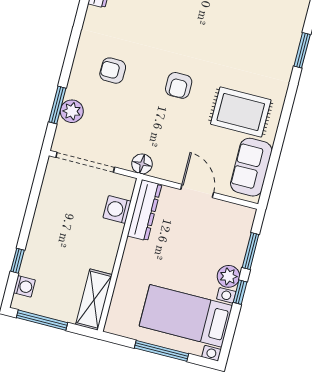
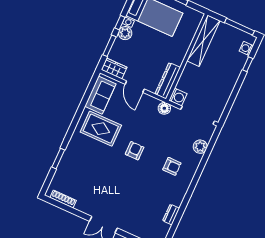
window: (57, 105) -> (208, 152), removed
washing machine: (117, 209) -> (178, 97), moved
wardrobe: (236, 215) -> (114, 69), added
shelving: (94, 300) -> (203, 41), width x1.47

